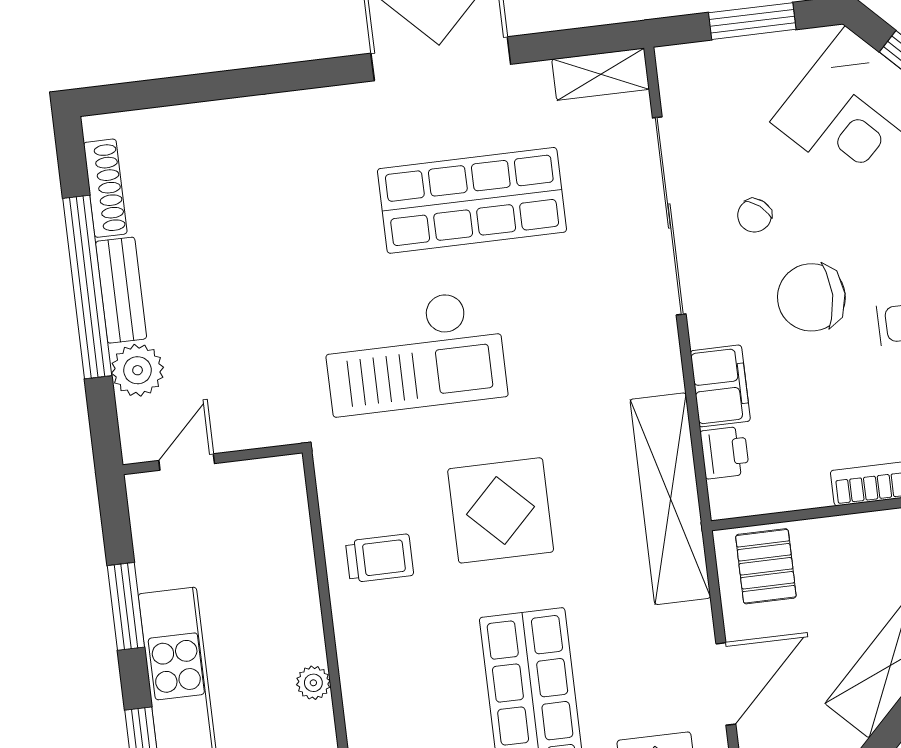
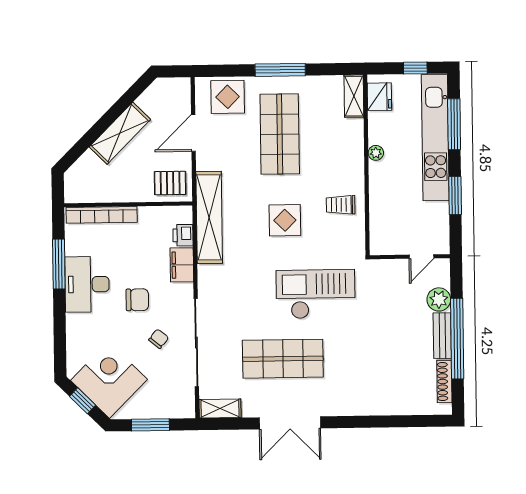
chair: (811, 297) -> (137, 300), width x0.73, depth x0.73
display table: (501, 510) -> (285, 220), width x0.73, depth x0.73
pallet: (766, 566) -> (170, 183), turned 90

